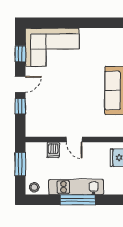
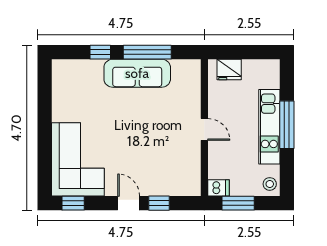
window: (20, 54) -> (73, 203), moved
door: (74, 140) -> (204, 129), hinge flipped
dishwasher: (53, 150) -> (218, 188), moved

